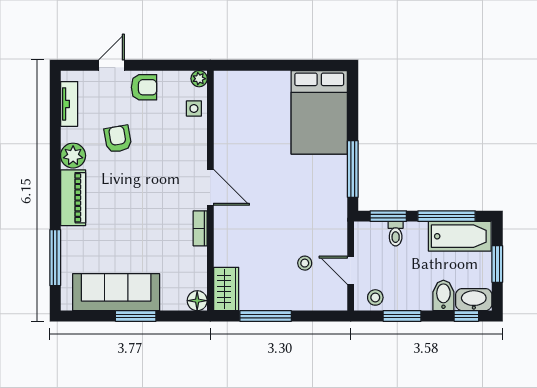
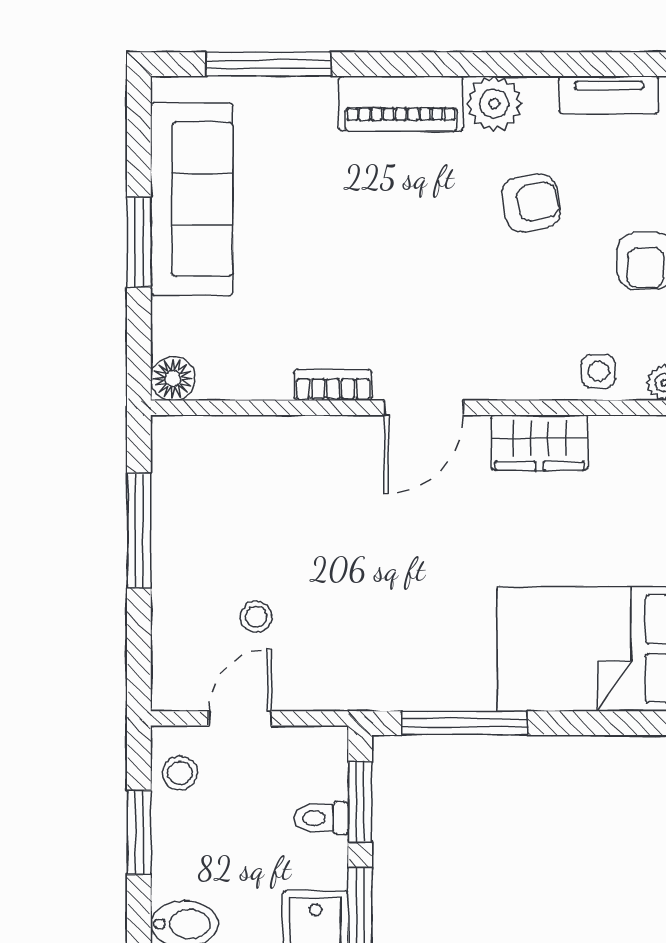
wardrobe: (226, 289) -> (540, 443), moved

